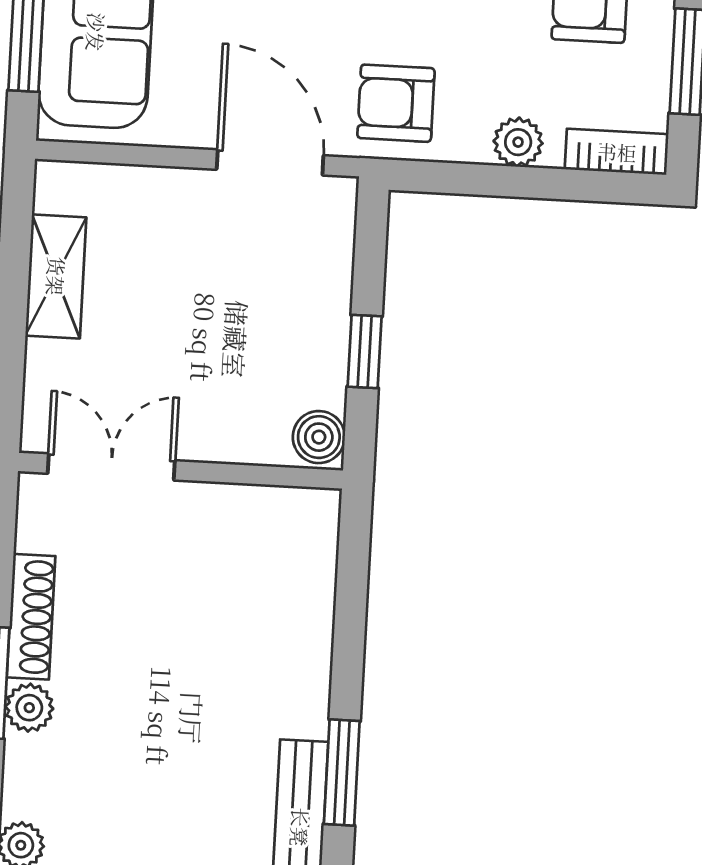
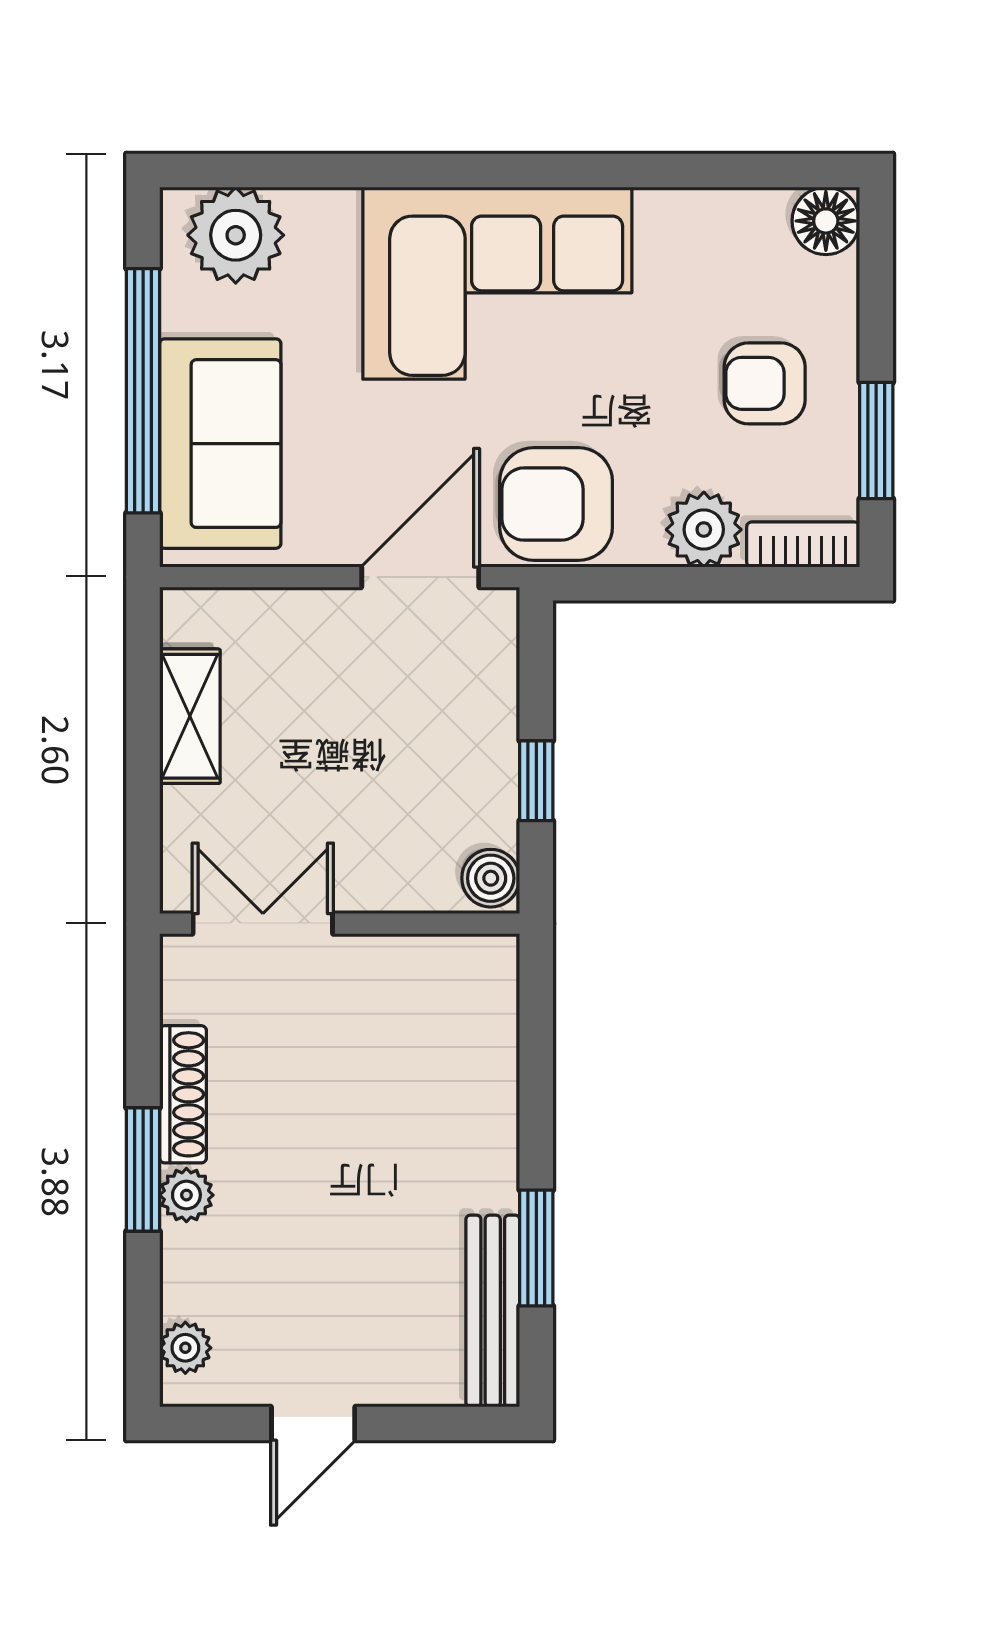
armchair: (396, 103) -> (556, 504), width x1.38, depth x1.38
plant: (518, 142) -> (704, 530), width x1.38, depth x1.38
door: (270, 162) -> (420, 577), hinge flipped

